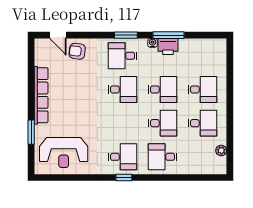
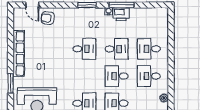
desk: (123, 56) -> (84, 22), removed
desk: (203, 89) -> (149, 49), turned 180
desk: (163, 123) -> (117, 76), turned 180
desk: (203, 123) -> (149, 76), turned 180

